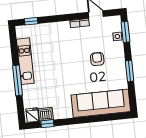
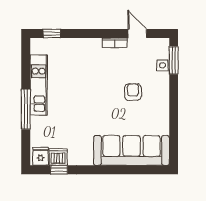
window: (130, 71) -> (174, 112), removed

